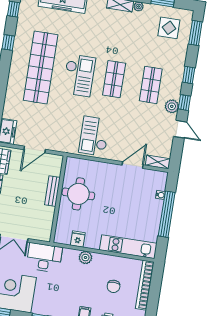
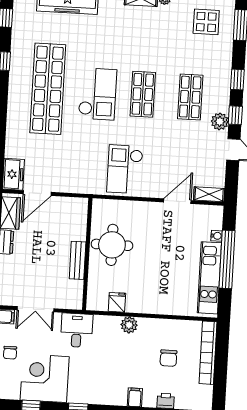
door: (35, 149) -> (37, 193), moved
bench: (52, 191) -> (78, 260), moved
kitchen unit: (128, 247) -> (209, 278), moved, turned -90
desk: (44, 258) -> (77, 330), width x0.73

